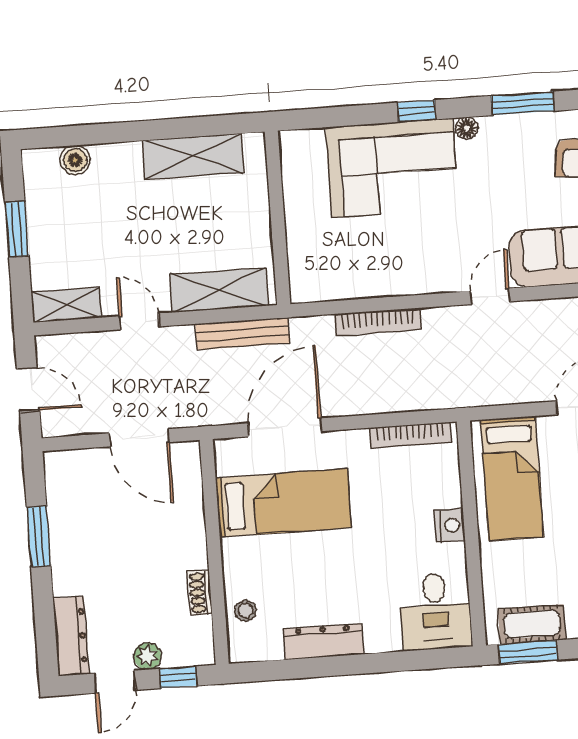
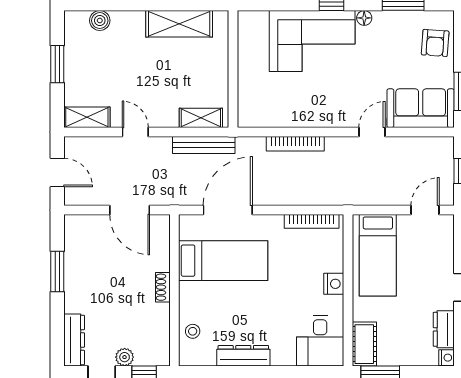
shelving: (219, 290) -> (201, 118), width x0.67, depth x0.75
shoe rack: (200, 593) -> (163, 287), moved
cot: (532, 624) -> (364, 344), moved, turned 90

